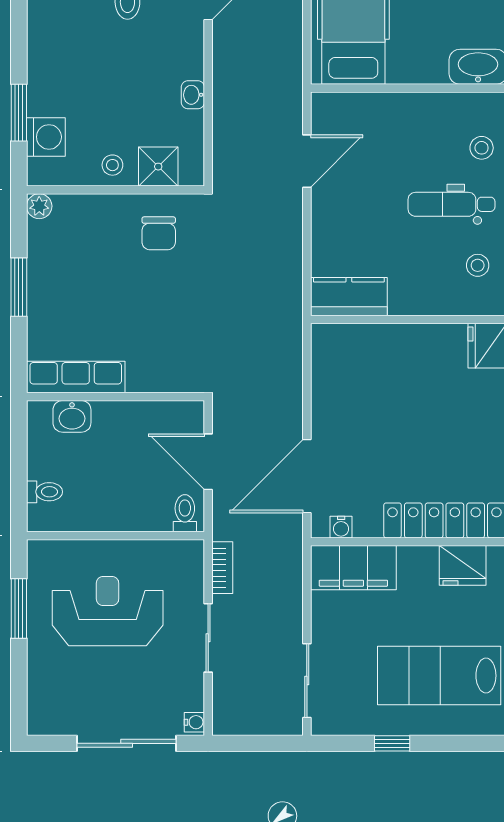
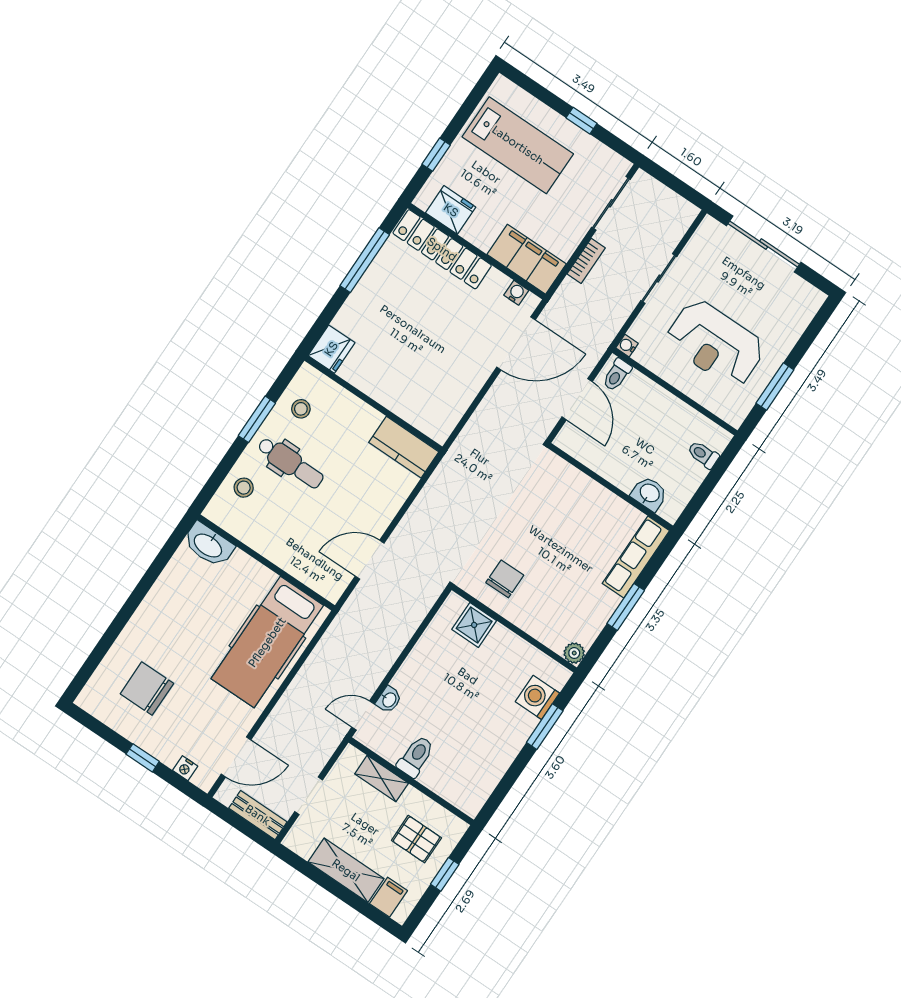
washbasin: (193, 95) -> (389, 700), moved
stool: (112, 165) -> (505, 647), removed
row of seats: (76, 377) -> (636, 557), moved, turned 90
bookcase: (222, 568) -> (586, 261), moved, turned 180
water cooler: (194, 722) -> (627, 346), moved

